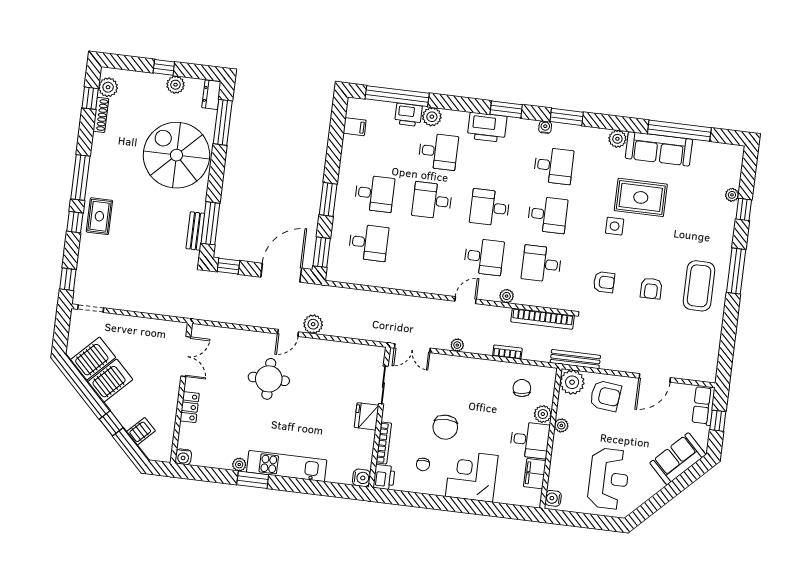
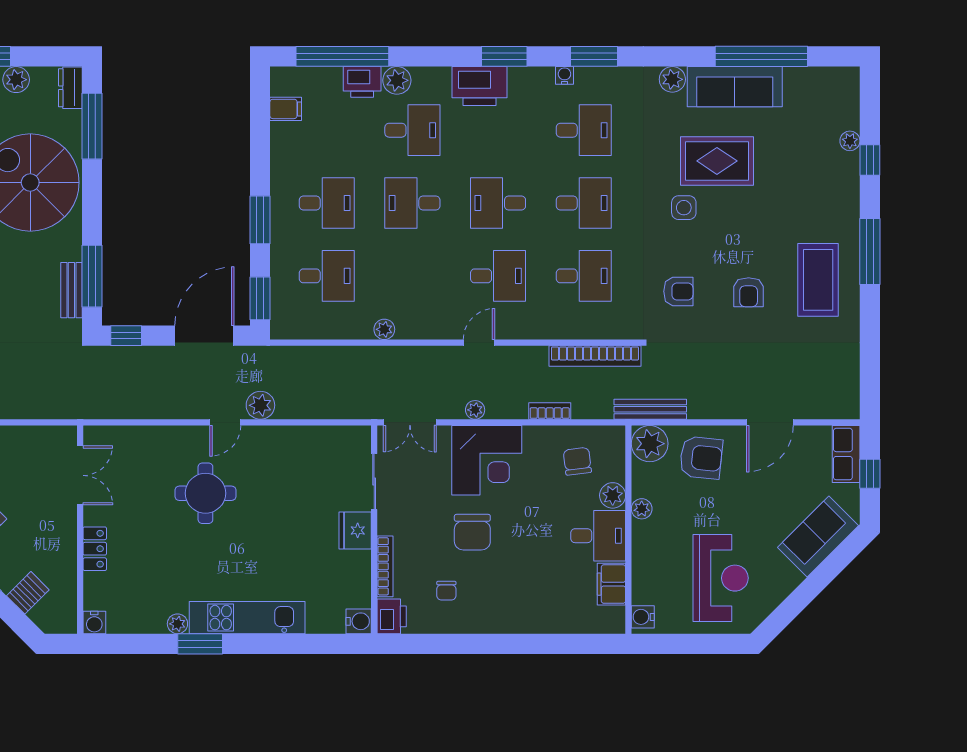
desk: (542, 264) -> (584, 276), turned 180
plant: (507, 296) -> (384, 329), moved
corner desk: (472, 476) -> (487, 460), moved, turned 180

